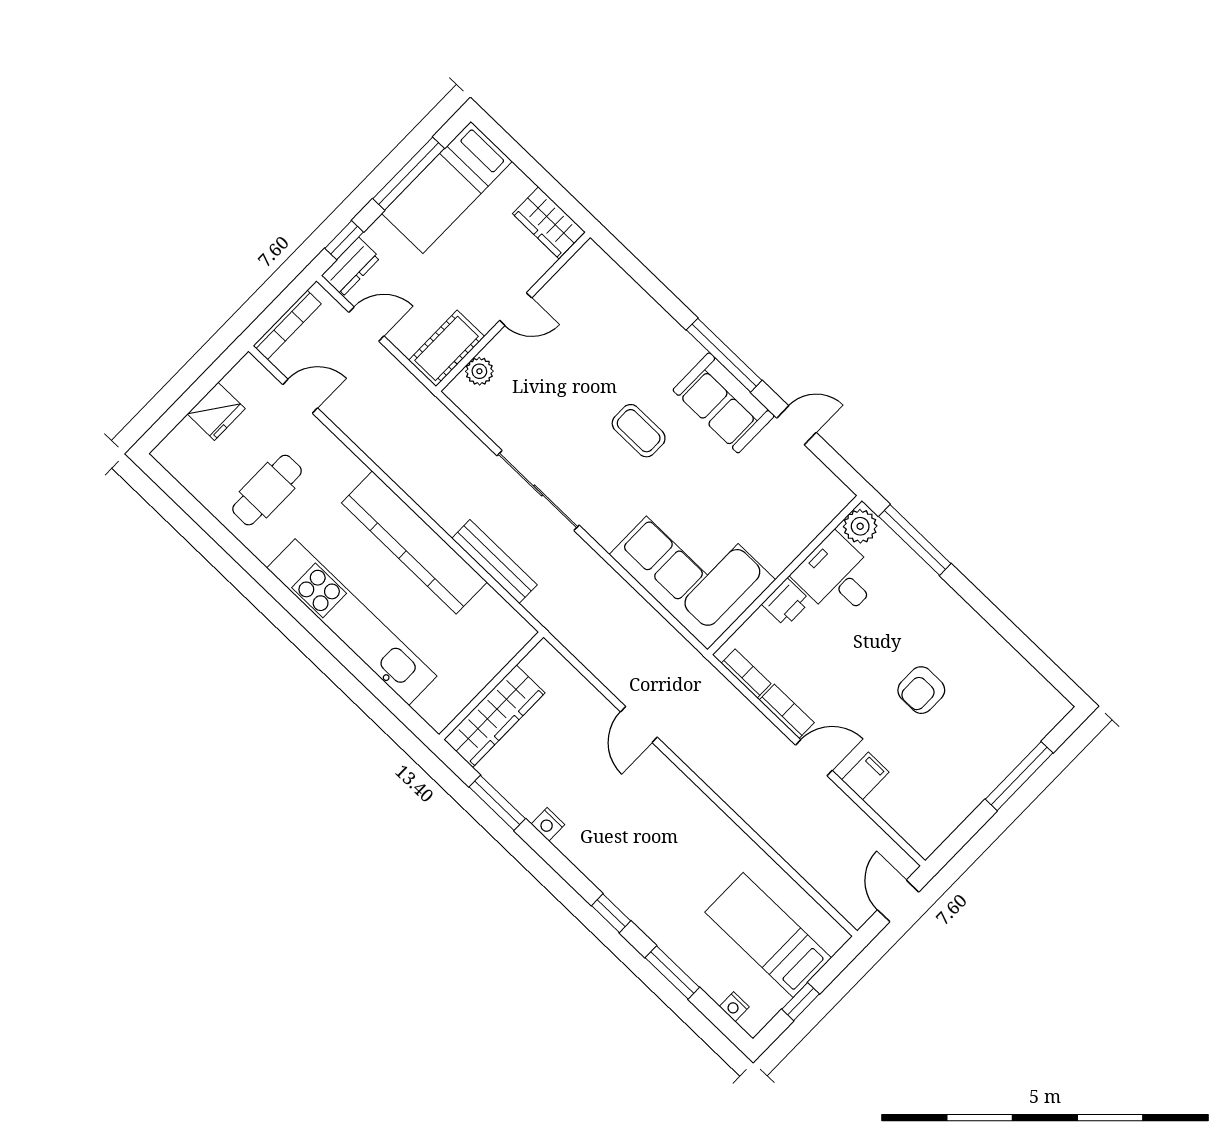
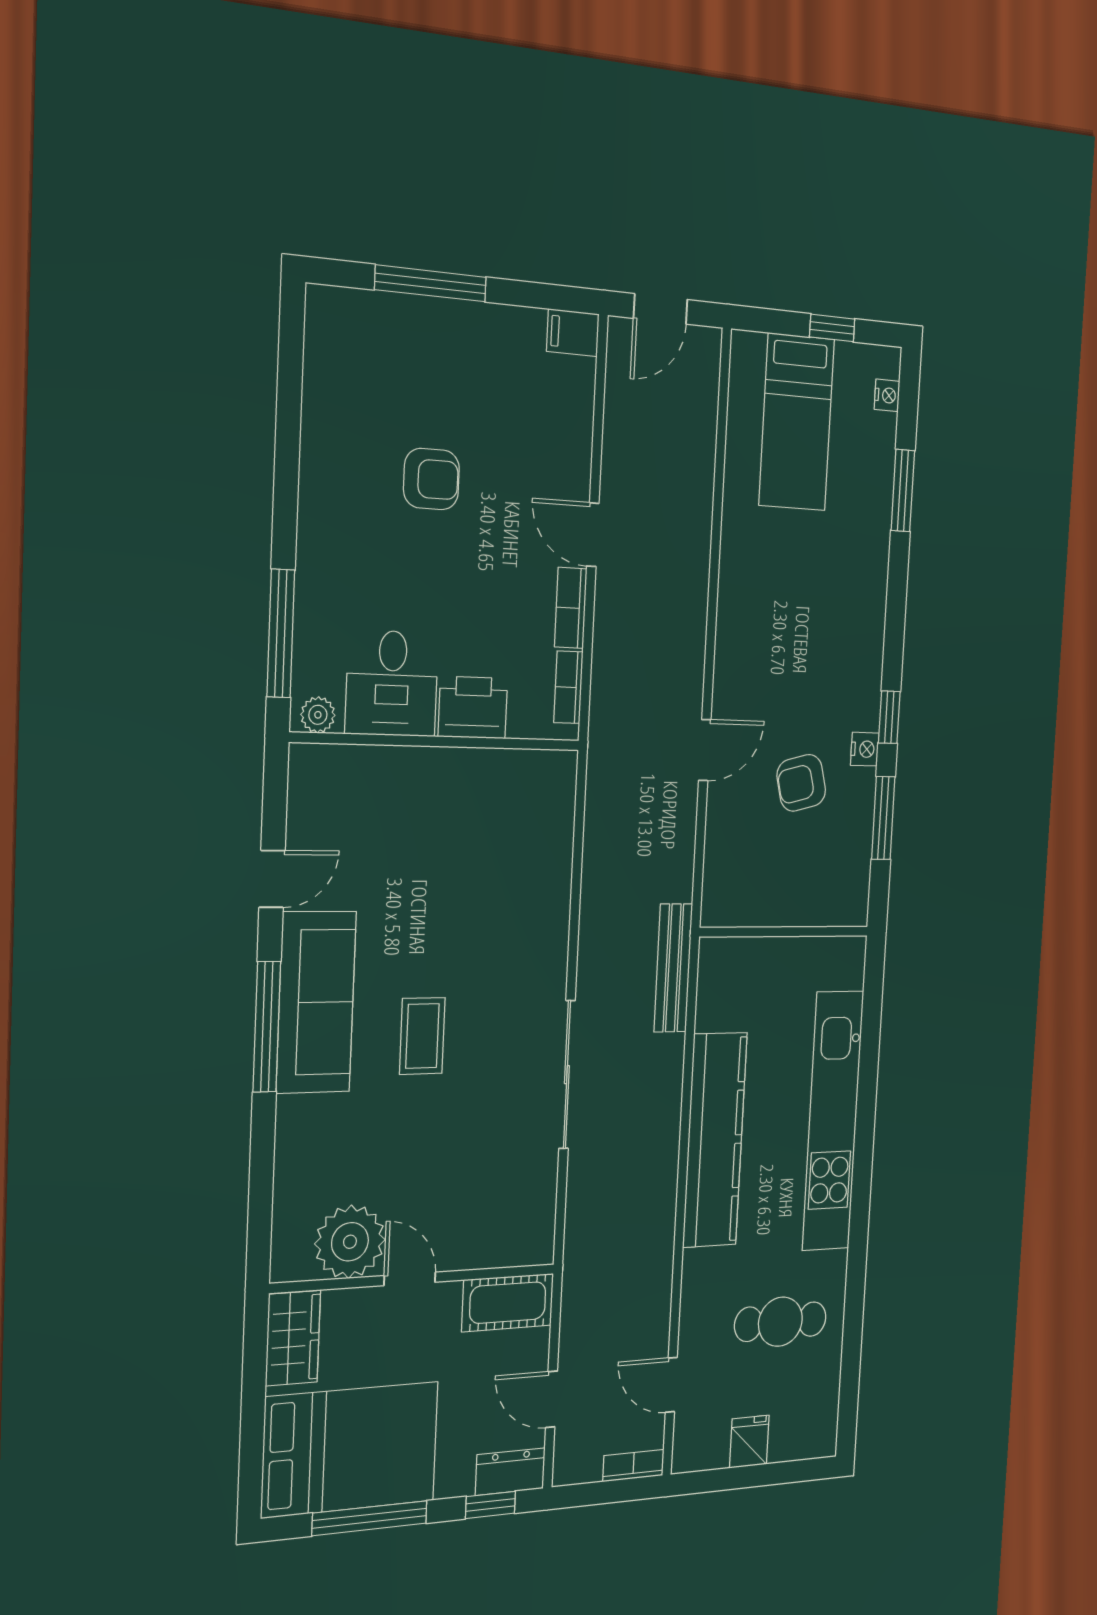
bed: (447, 187) -> (350, 1449), width x1.50
bookcase: (287, 325) -> (633, 1466), width x0.64
plant: (479, 371) -> (350, 1242), moved, width x1.88, depth x1.88
sofa: (724, 403) -> (316, 1002), width x1.36
fridge: (216, 411) -> (749, 1442), width x0.72
door: (797, 425) -> (272, 879), swing flipped
plant: (860, 526) -> (318, 715), width x0.73, depth x0.73
bench: (494, 562) -> (673, 968), moved
corner sofa: (692, 567) -> (511, 846), removed
printer: (786, 603) -> (473, 707), width x1.36, depth x1.24
wardrobe: (494, 716) -> (809, 900), removed
armchair: (566, 768) -> (801, 783), added
filing cabinet: (865, 776) -> (573, 333), moved
window: (611, 913) -> (889, 717), moved

